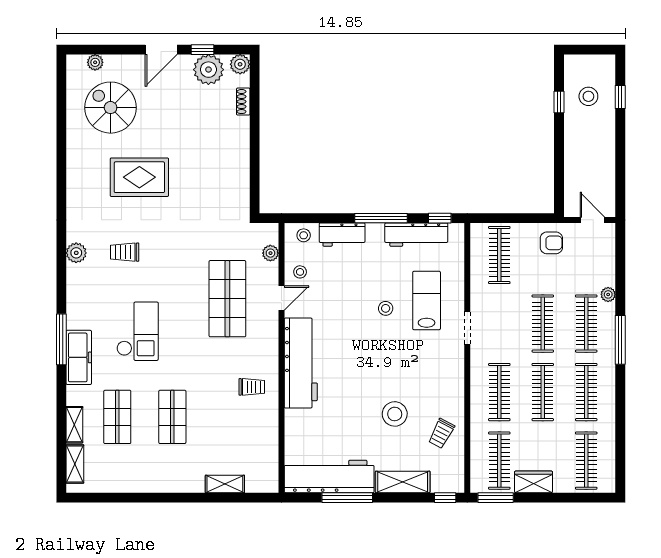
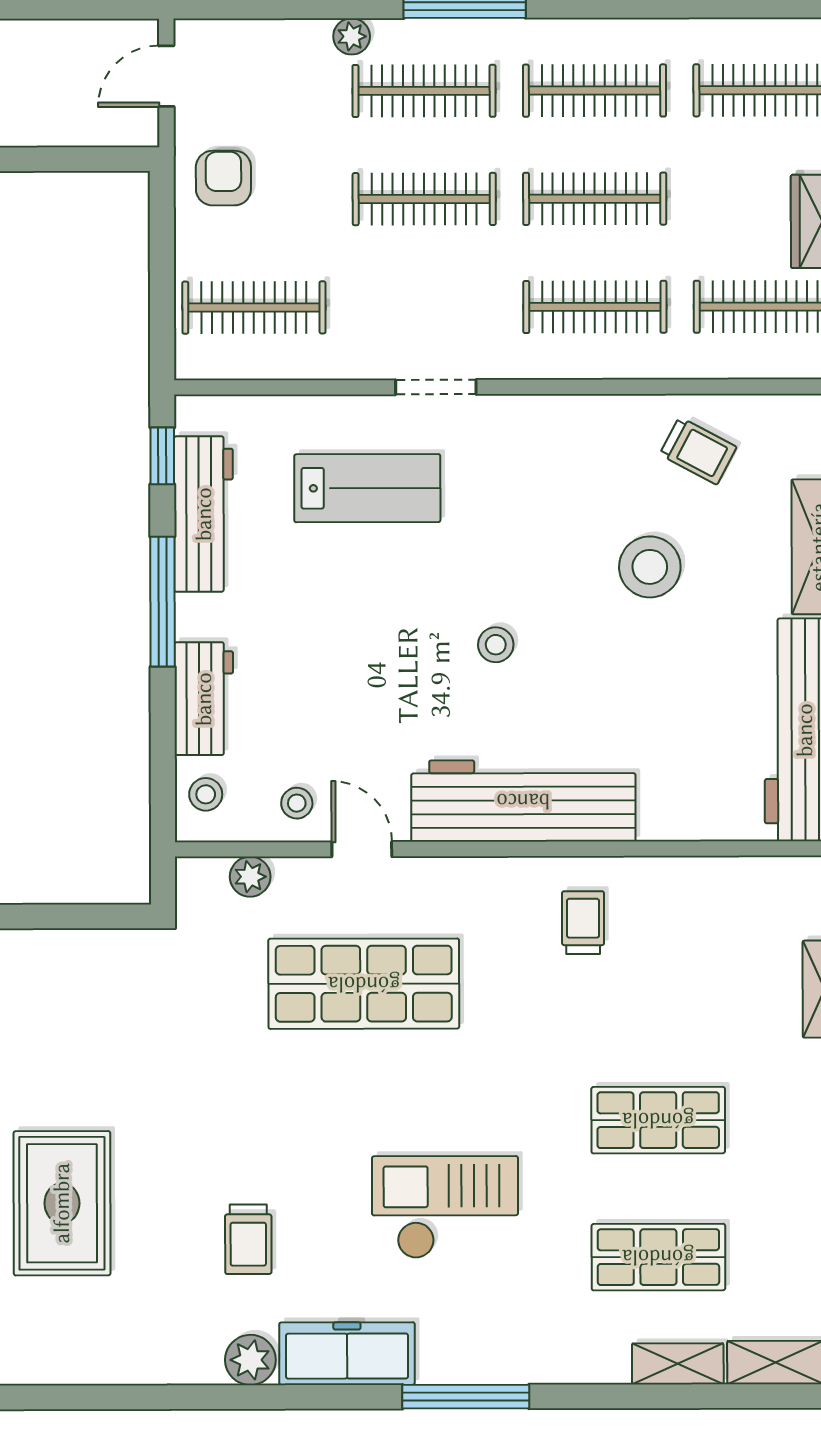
lab bench: (427, 300) -> (367, 488), turned 180
stool: (386, 308) -> (496, 645), moved
freezer: (79, 357) -> (347, 1354), moved

